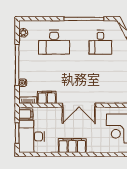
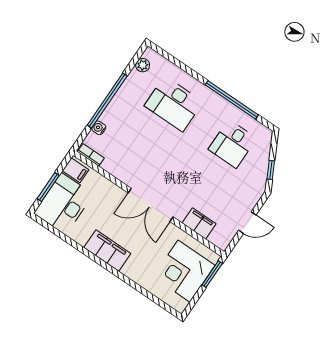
filing cabinet: (47, 97) -> (199, 223), moved

